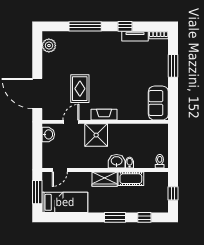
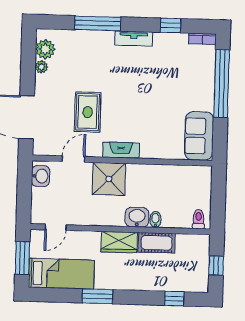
window: (125, 26) -> (171, 25), moved
tv unit: (135, 36) -> (134, 38), moved
plant: (47, 58) -> (41, 67), added
window: (173, 66) -> (222, 84), width x2.11
window: (115, 217) -> (97, 296), moved

